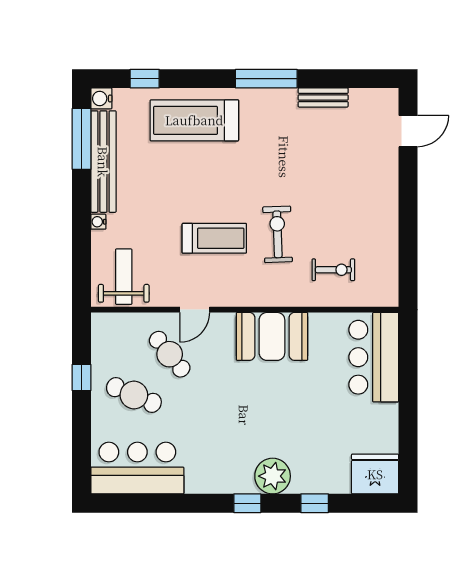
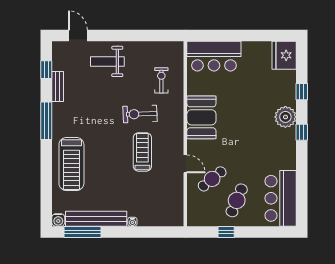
window: (145, 79) -> (46, 70), moved
weight bench: (124, 277) -> (107, 61), moved

